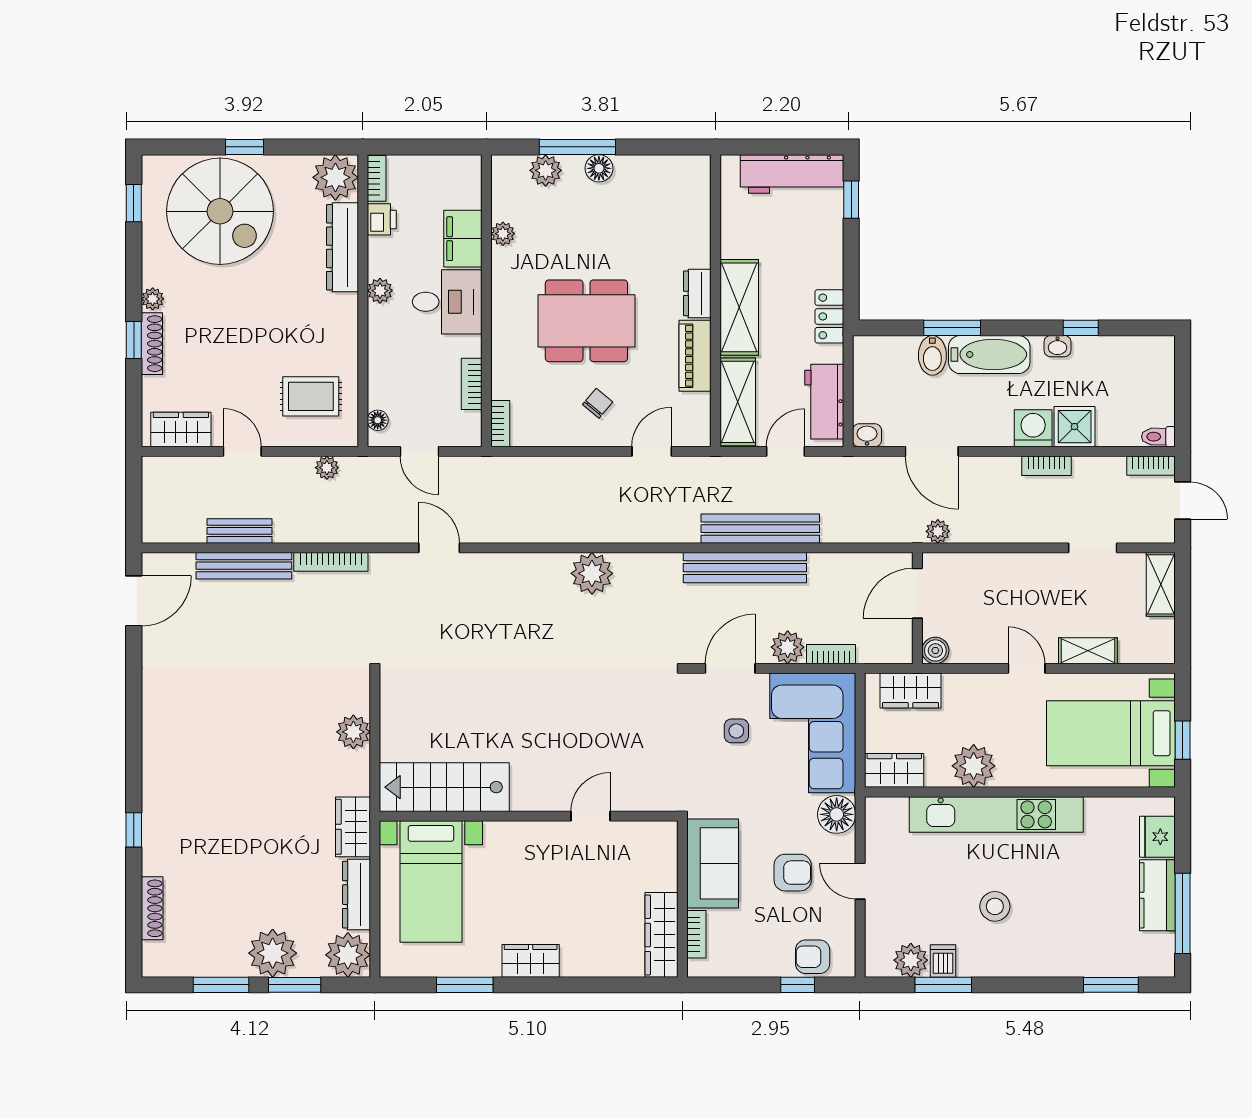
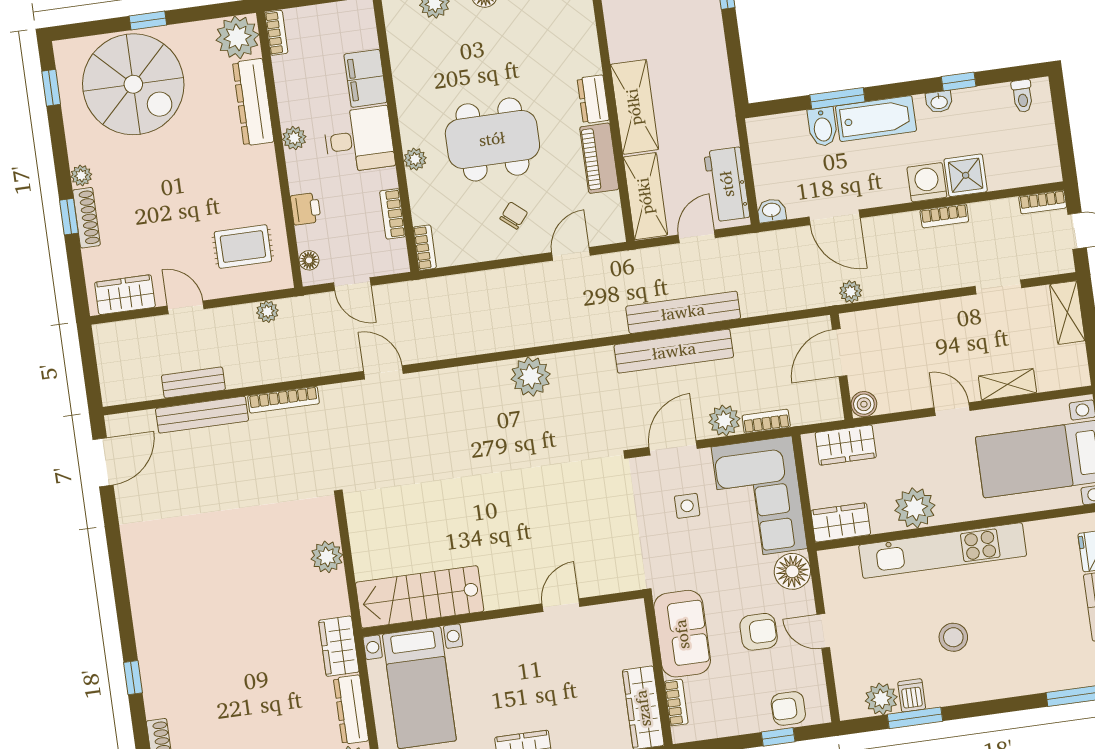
printer: (382, 219) -> (306, 209), moved
plant: (503, 234) -> (415, 159), moved
locker: (829, 316) -> (720, 104), removed
toilet: (1158, 437) -> (1022, 96), moved, turned -90

